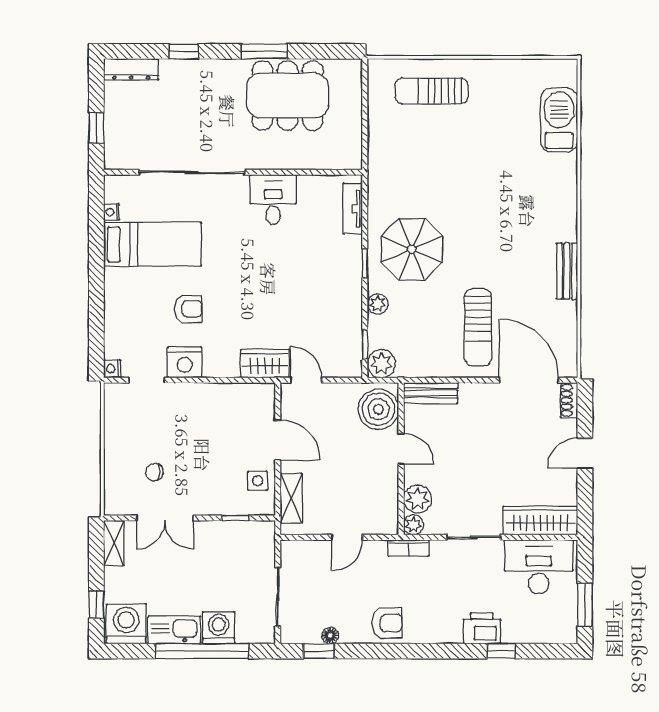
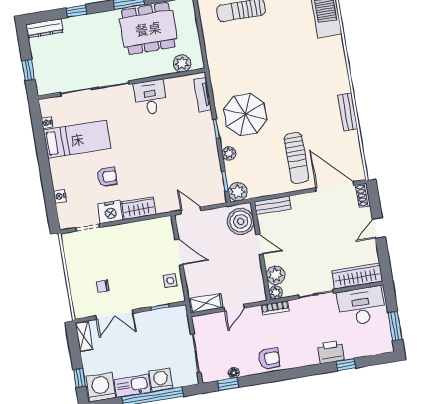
plant: (329, 157) -> (182, 63), added
wardrobe: (265, 364) -> (139, 208), moved
nightstand: (112, 369) -> (60, 196), moved
shelving: (291, 498) -> (206, 303), moved, turned 90

